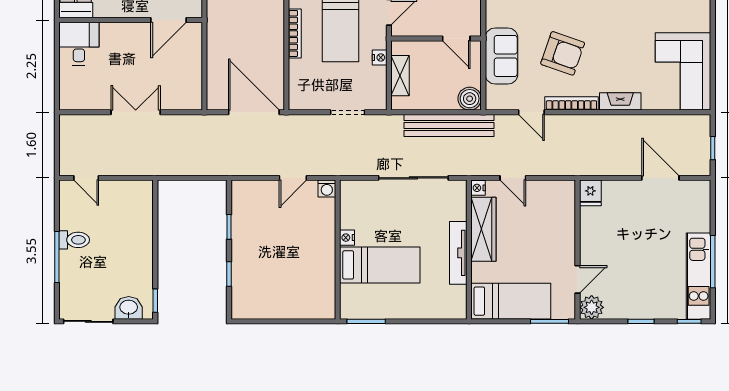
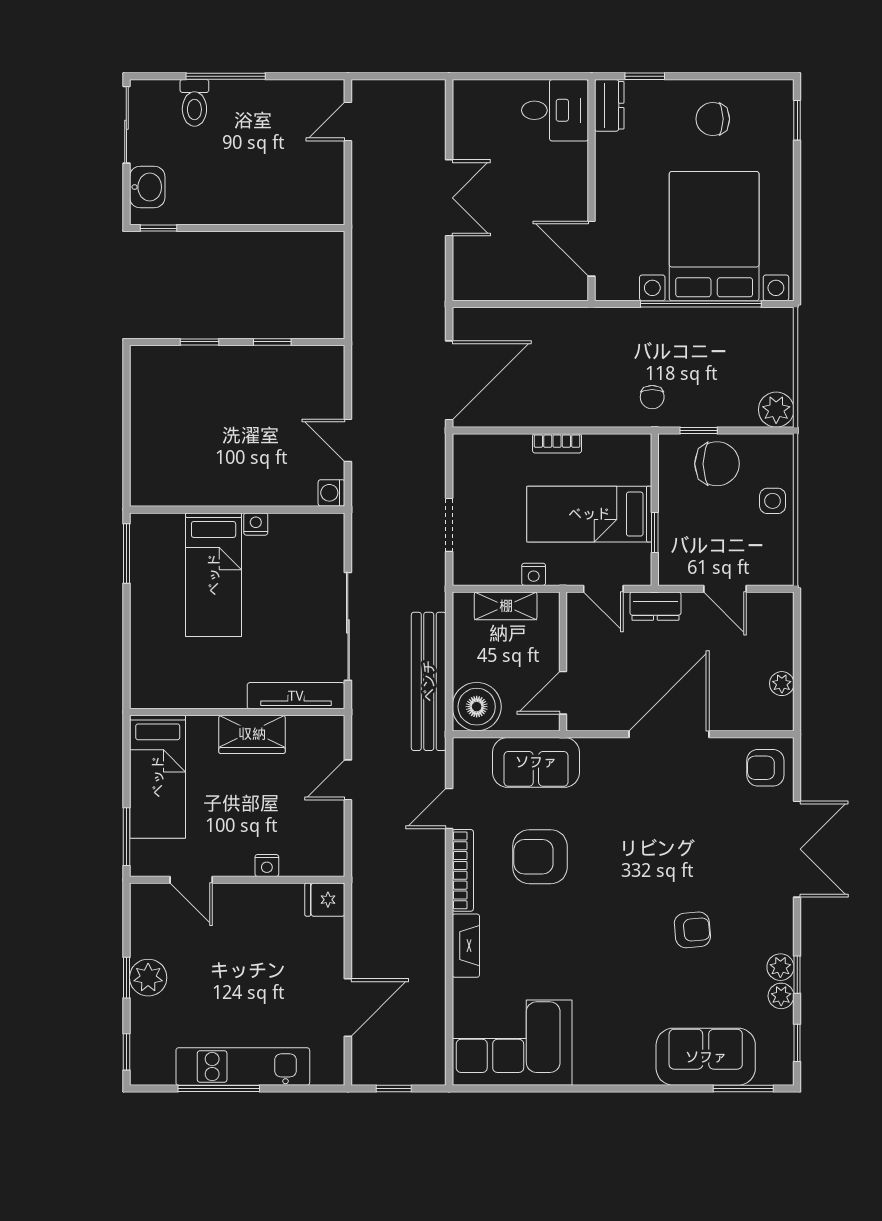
bookcase: (295, 33) -> (557, 443), width x0.64
armchair: (563, 53) -> (540, 857), turned 71
boiler: (470, 99) -> (477, 707), width x1.37, depth x1.37
nightstand: (478, 188) -> (267, 865), moved, turned 180
wardrobe: (483, 229) -> (252, 734), width x0.67
toilet: (74, 240) -> (194, 103), moved
tv unit: (458, 253) -> (296, 696), moved
kitchen unit: (699, 276) -> (243, 1067), moved
plant: (592, 307) -> (148, 978), moved

